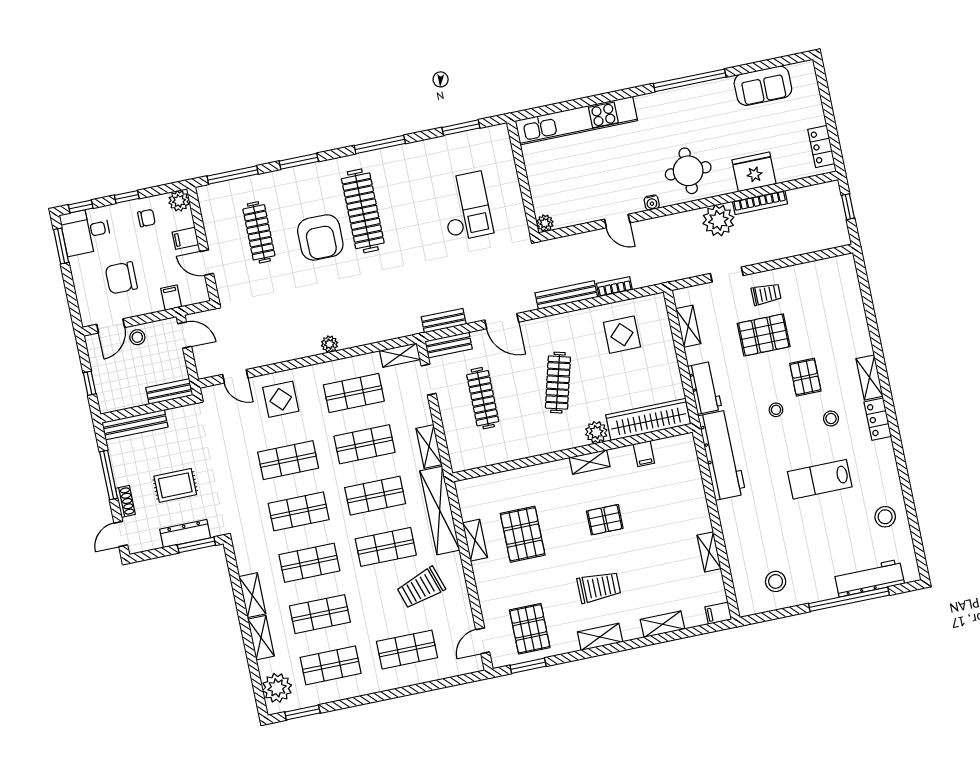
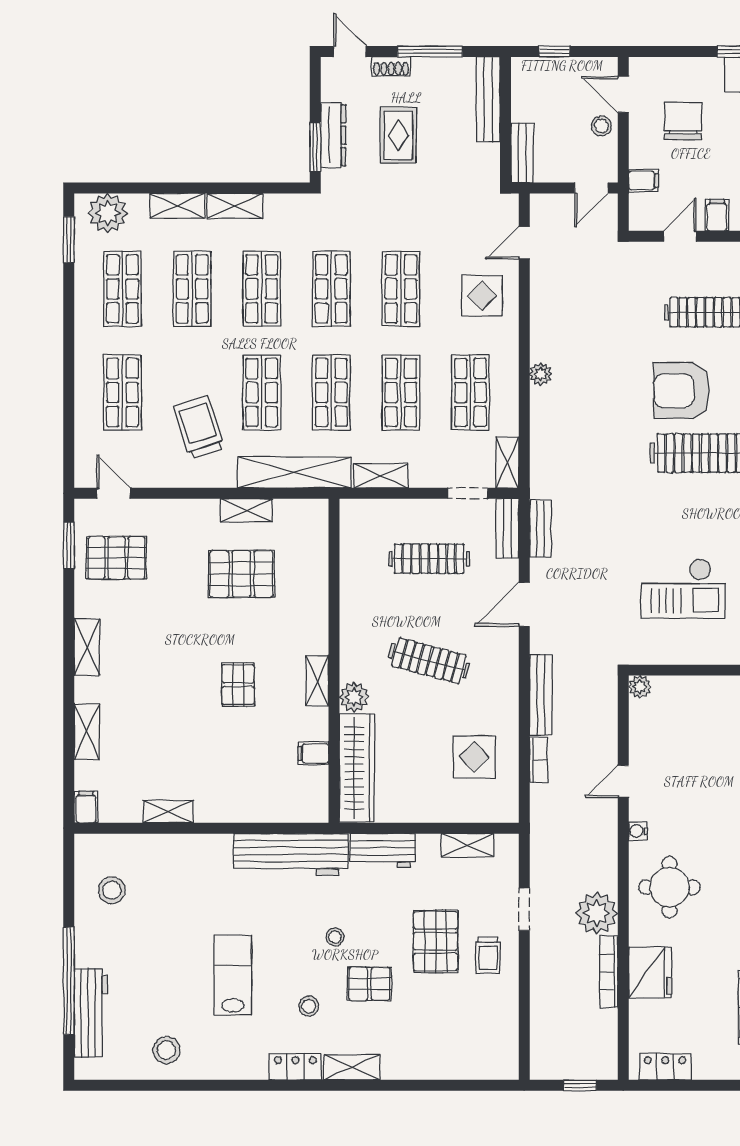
trolley: (599, 587) -> (152, 659), removed

